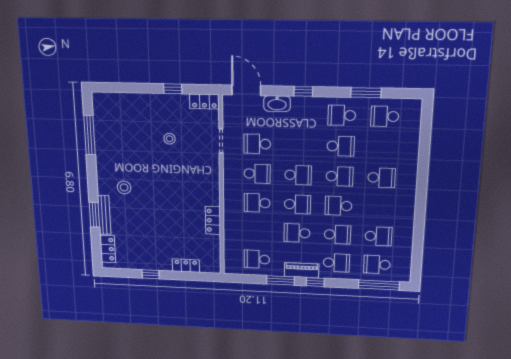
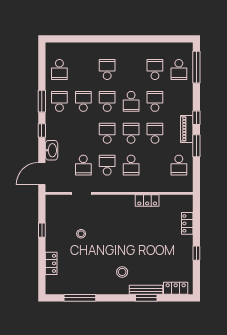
window: (366, 93) -> (42, 101), moved
locker: (204, 102) -> (51, 263), moved
school desk: (342, 115) -> (59, 101), turned 180
school desk: (297, 233) -> (155, 133), turned 180
school desk: (336, 263) -> (179, 101), removed

